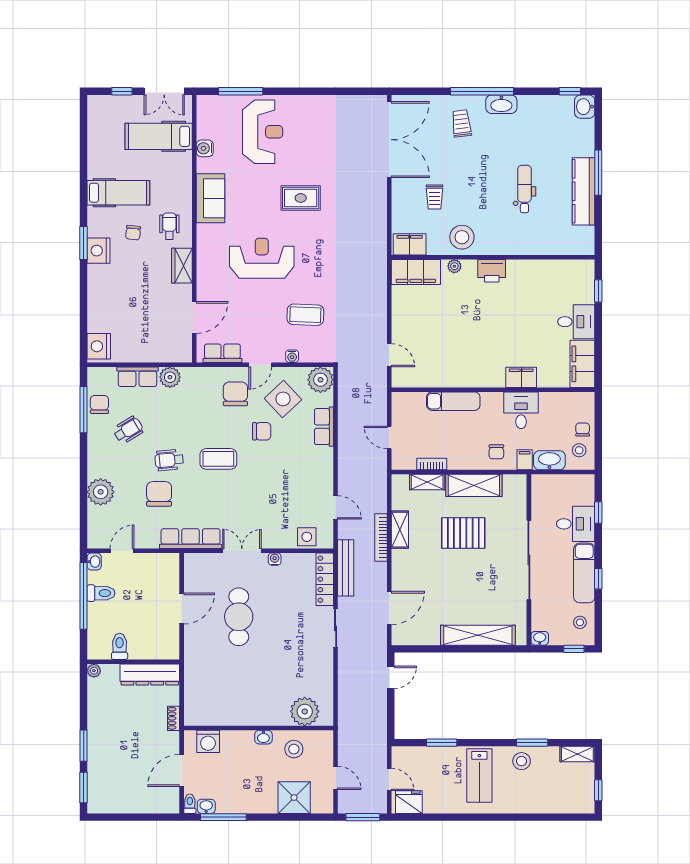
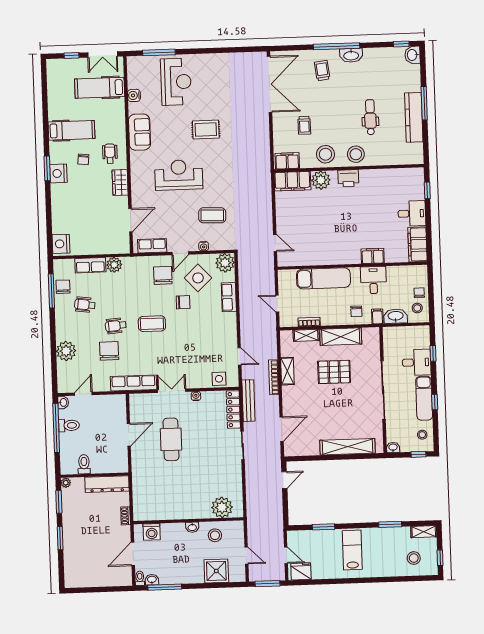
stool: (503, 239) -> (356, 154), added
plant: (454, 266) -> (321, 180), width x1.87, depth x1.87
exam couch: (453, 401) -> (323, 278), width x1.36, depth x1.45
wheelchair: (128, 430) -> (85, 305), turned -141
stool: (522, 761) -> (414, 558), moved
lab bench: (479, 775) -> (352, 550), turned 180
window: (84, 787) -> (59, 502), moved

